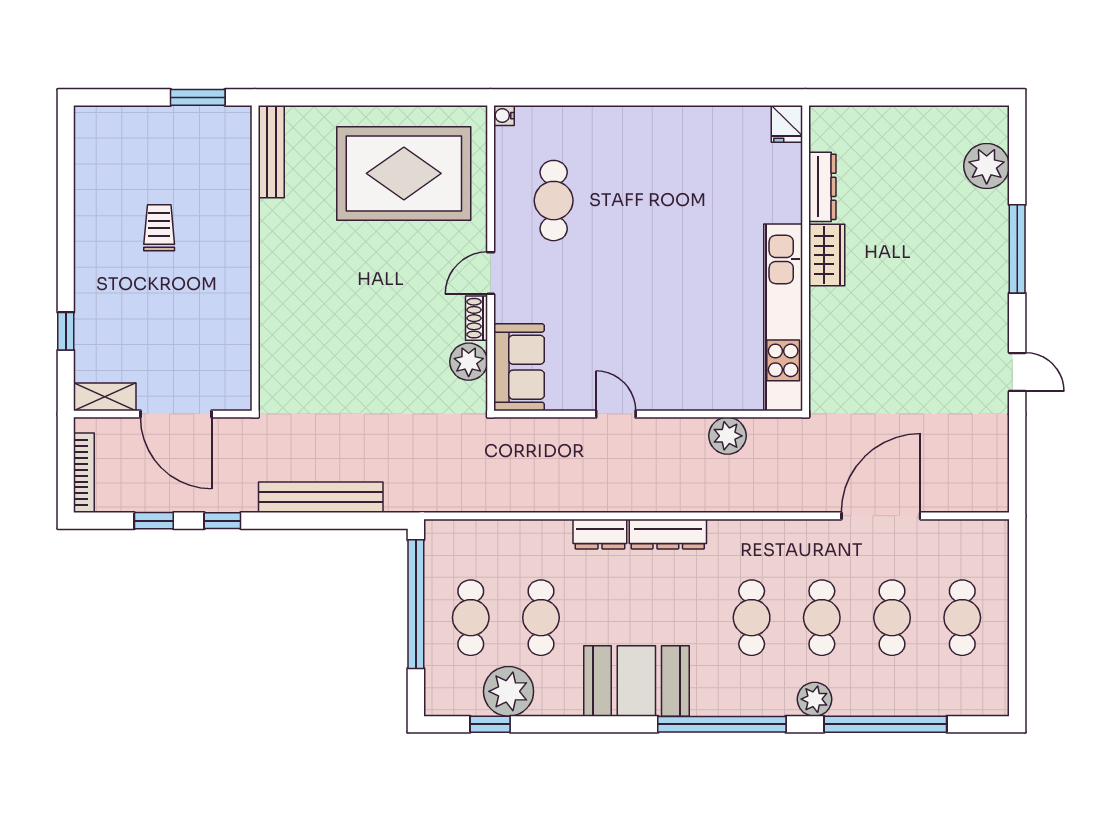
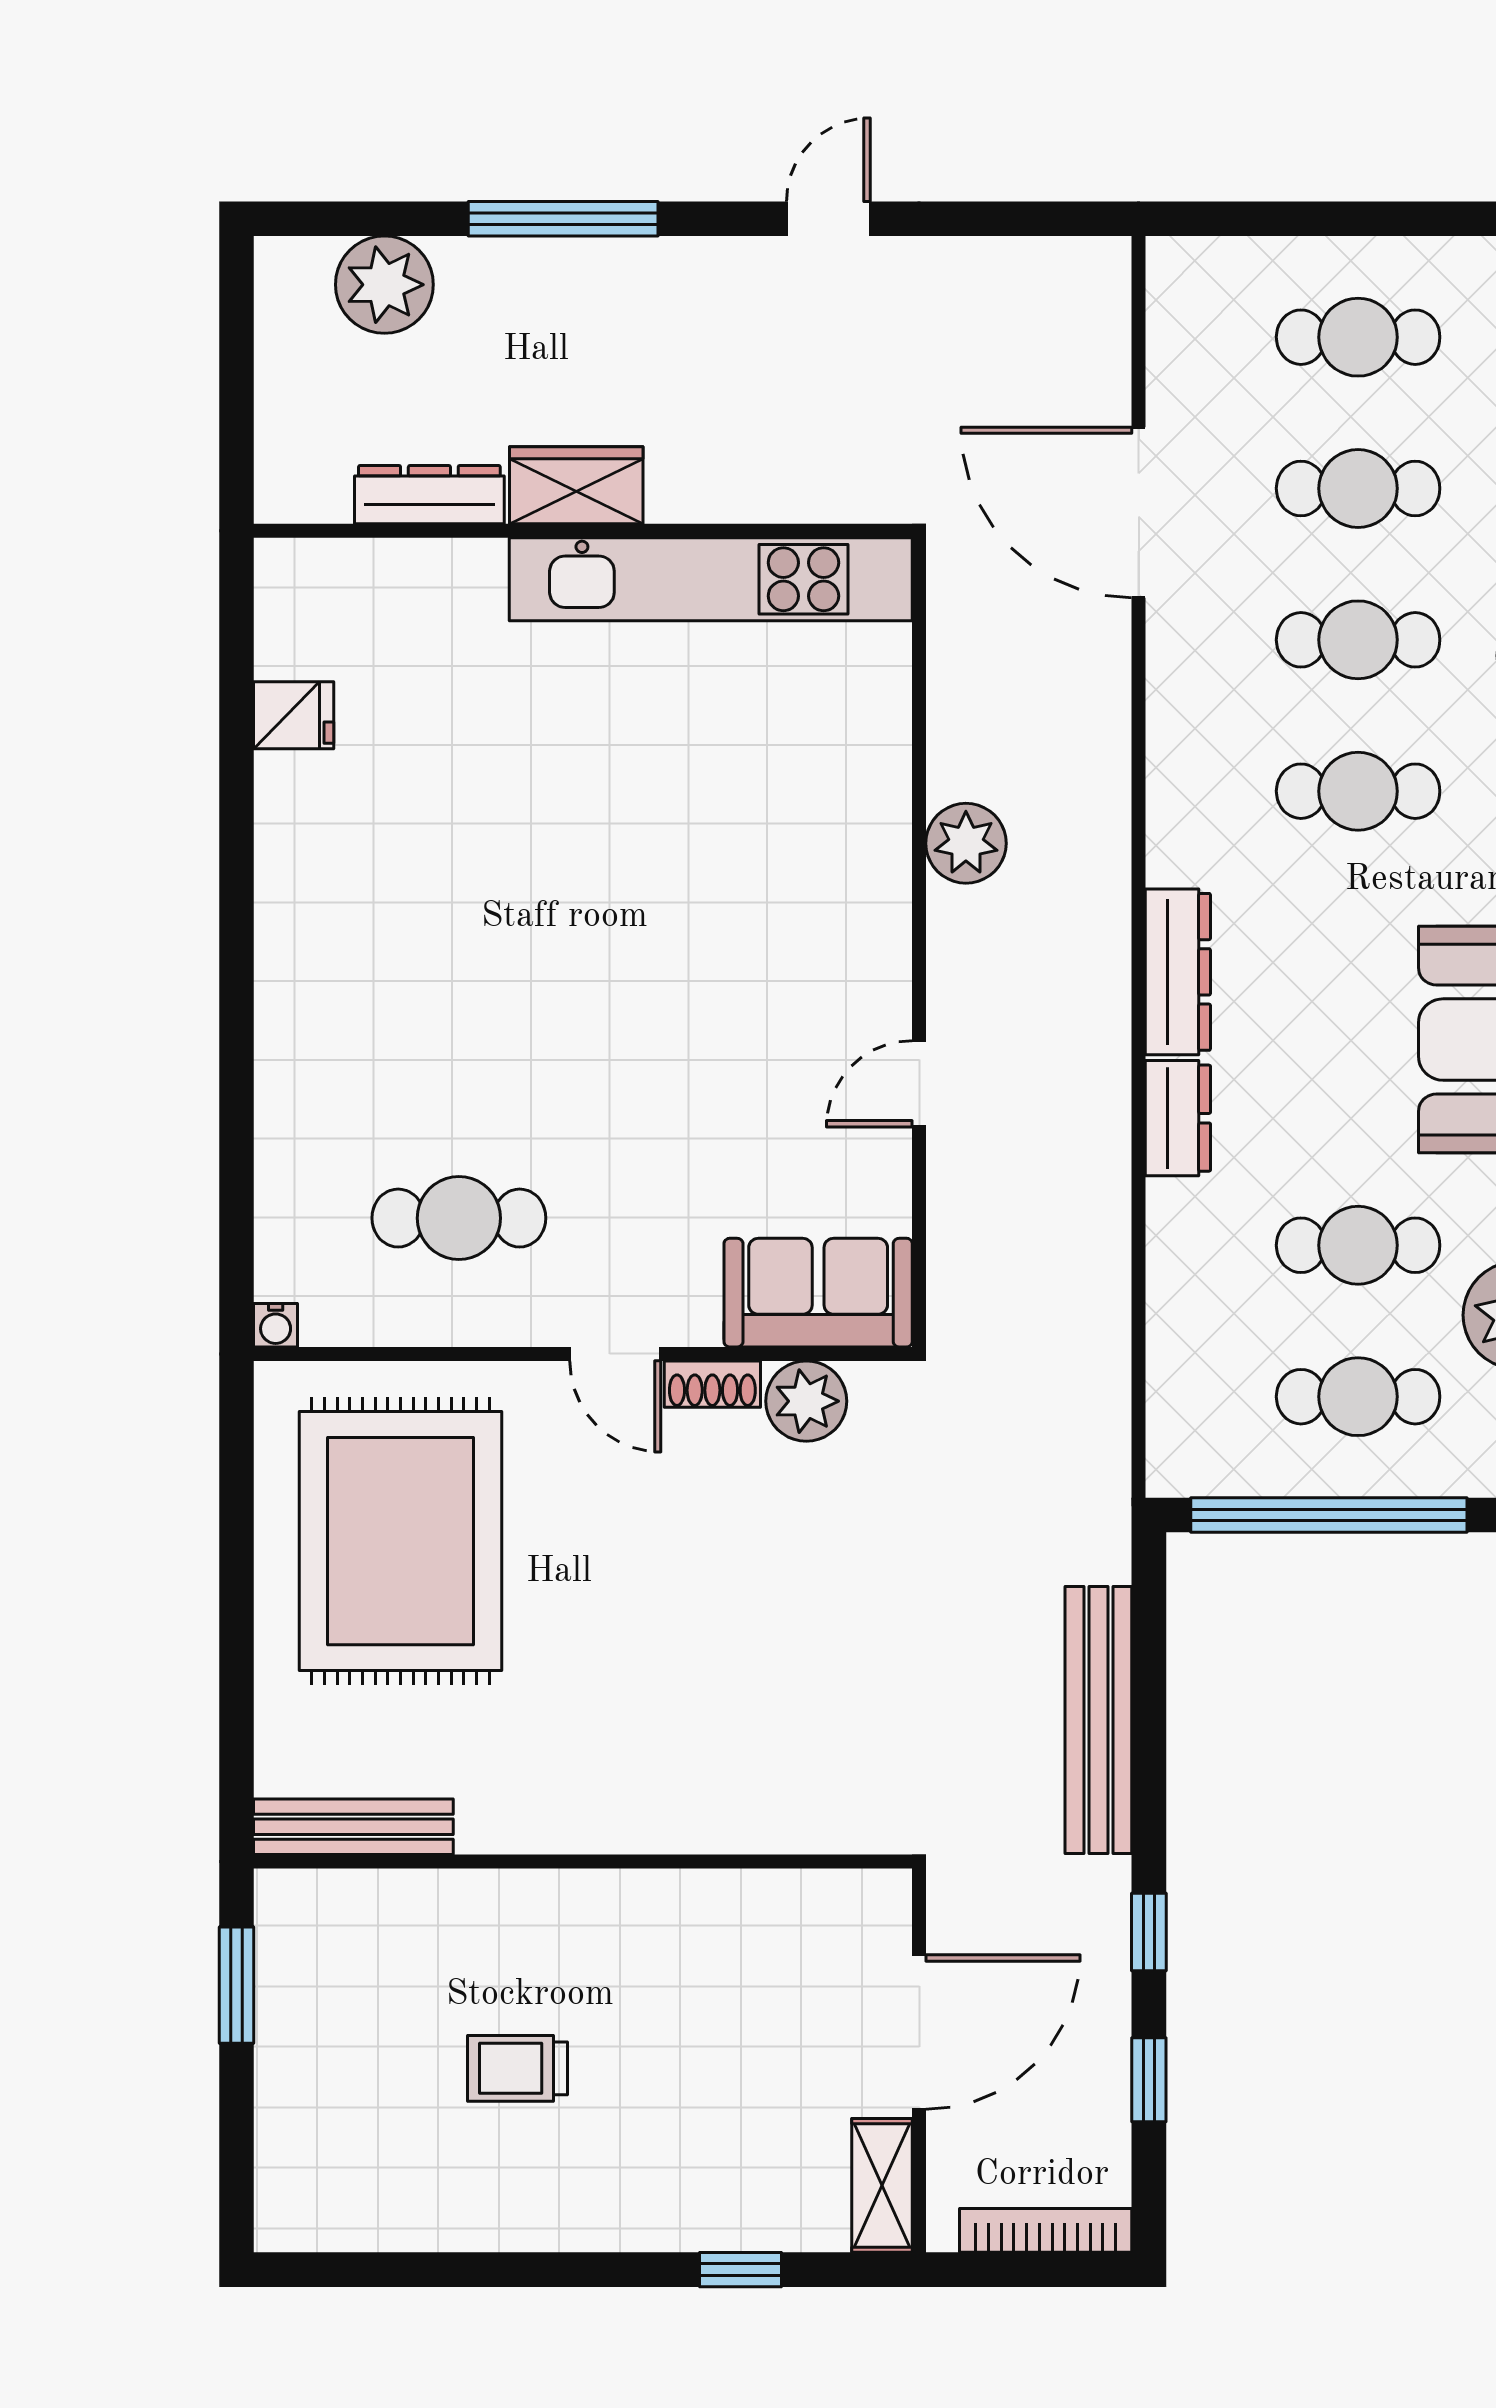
dresser: (822, 187) -> (429, 495), moved
wardrobe: (827, 255) -> (576, 485), moved
wall: (806, 258) -> (583, 531), moved
kitchen unit: (783, 317) -> (711, 579), moved

